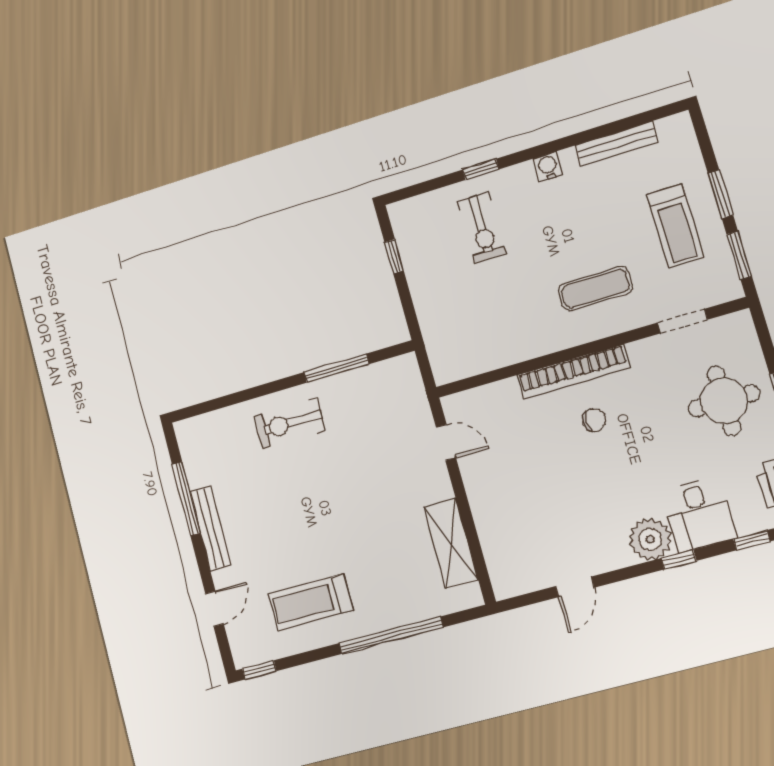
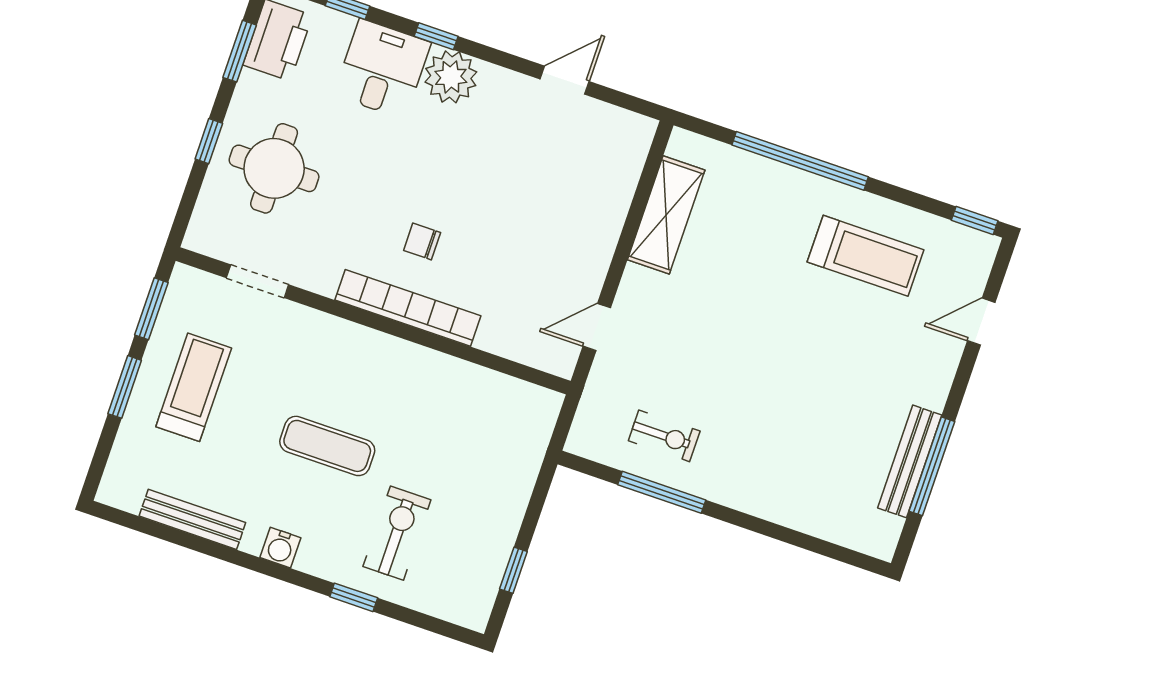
exercise mat: (595, 289) -> (327, 446), moved
exercise bike: (290, 423) -> (664, 436), moved, width x0.73, depth x0.72
door: (446, 442) -> (597, 327), hinge flipped
bench: (210, 528) -> (910, 461), moved

